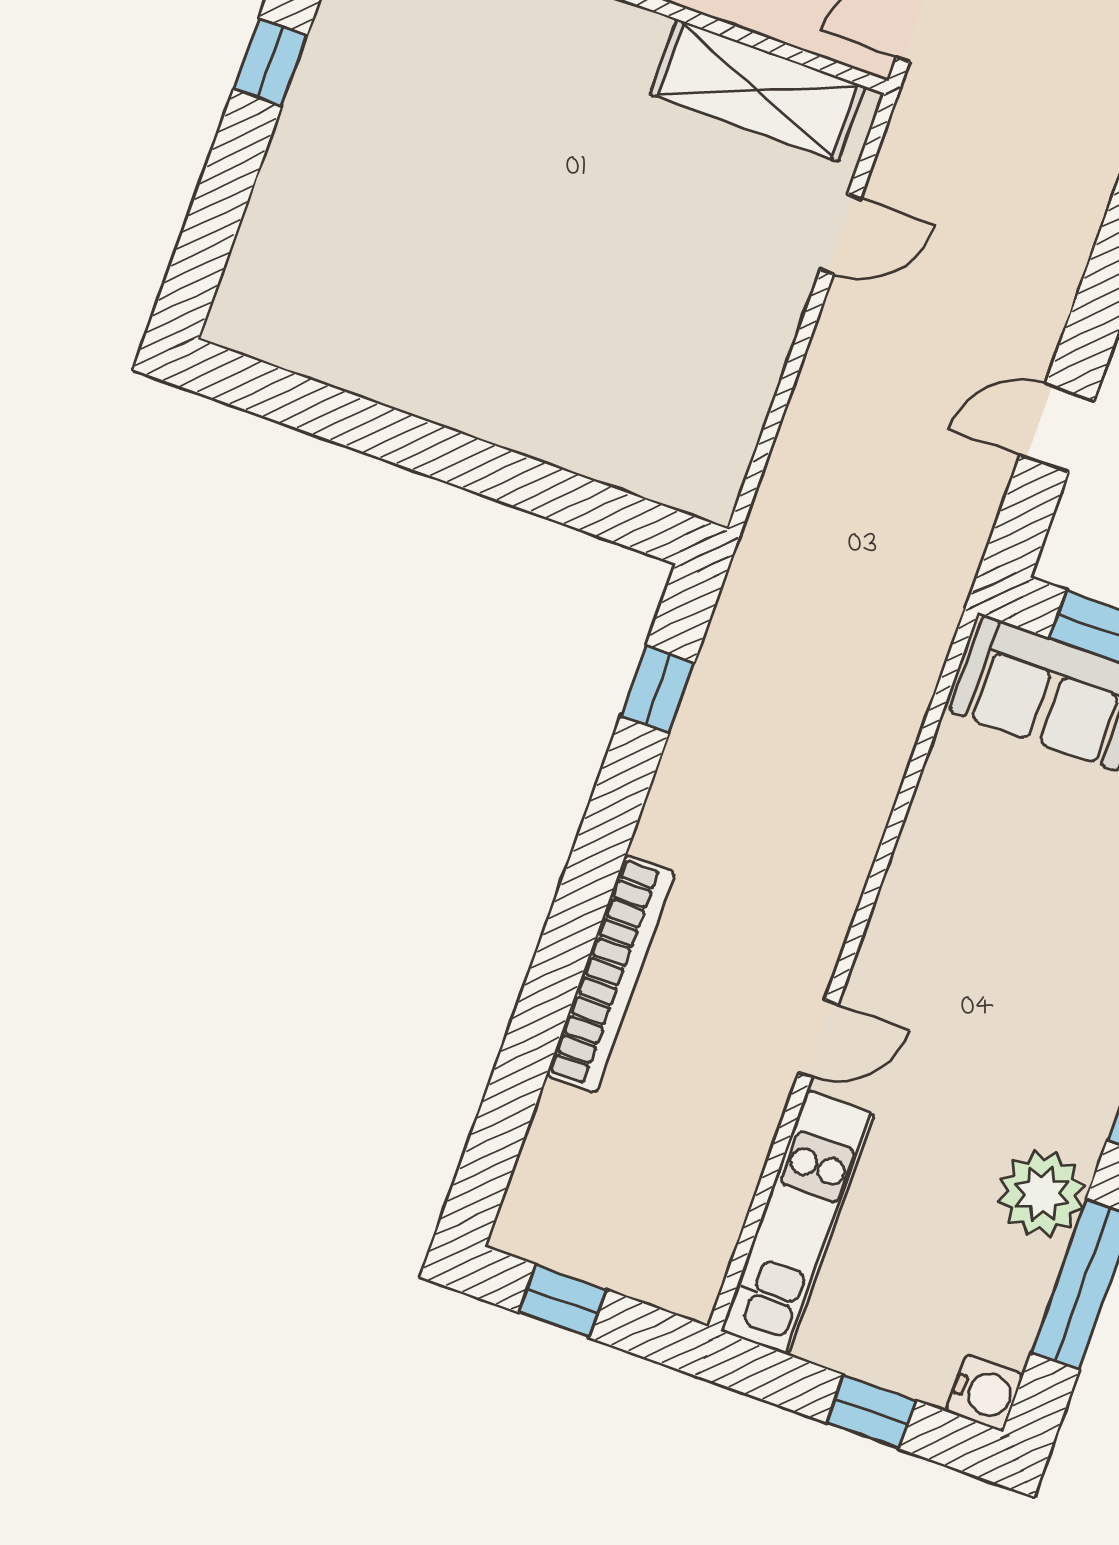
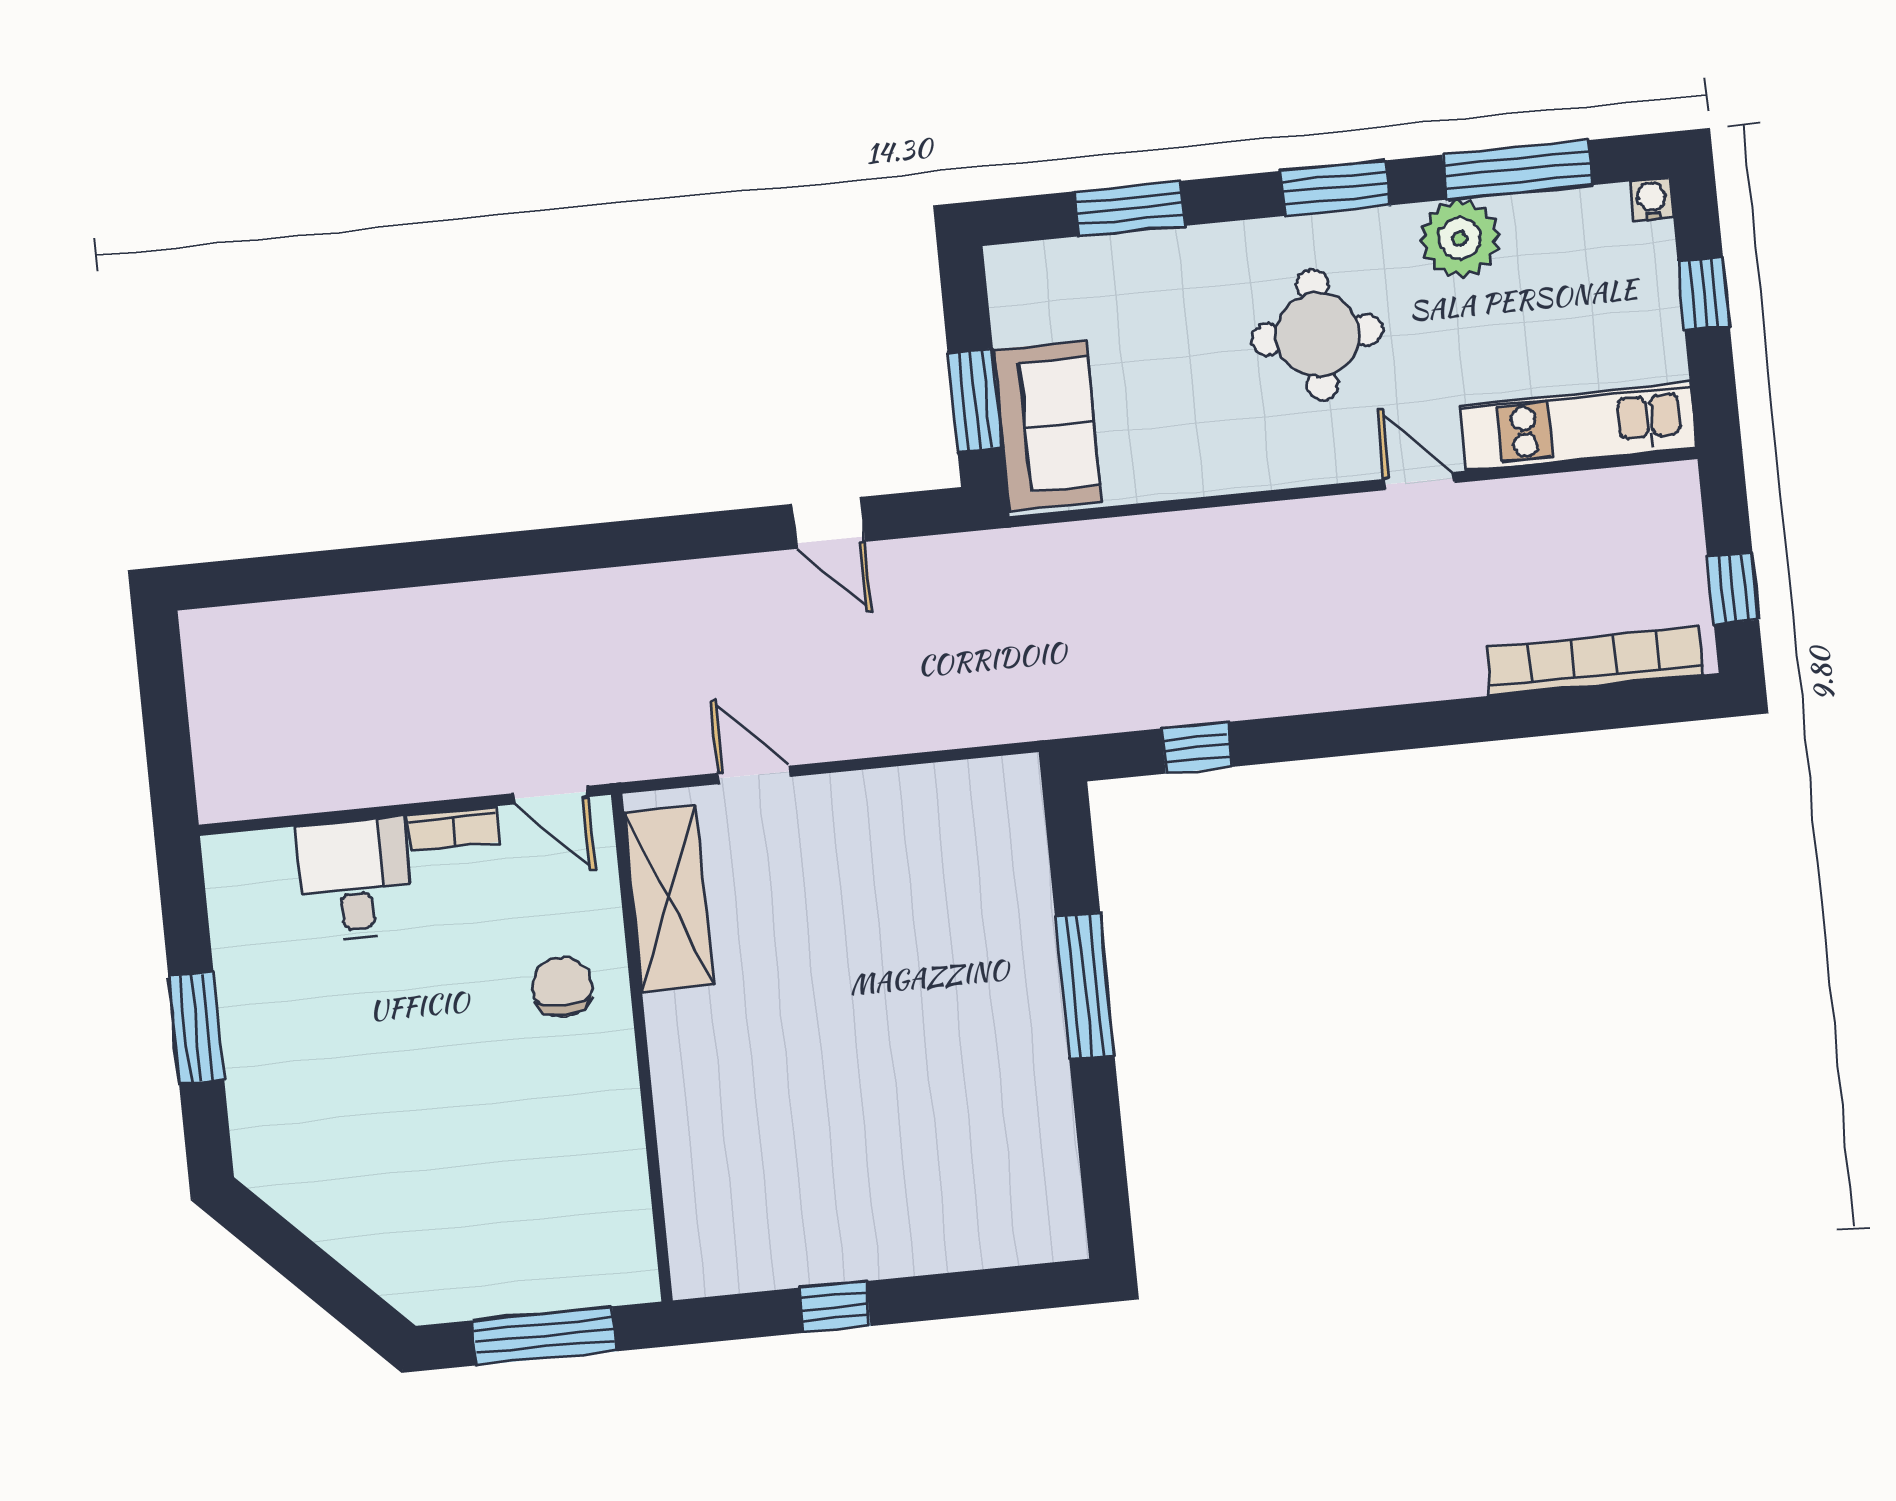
window: (473, 464) -> (1085, 986), added
bookcase: (611, 974) -> (1594, 661), moved
round table: (1013, 1006) -> (1317, 335), added
water cooler: (985, 1393) -> (1651, 199), width x0.72, depth x0.72

